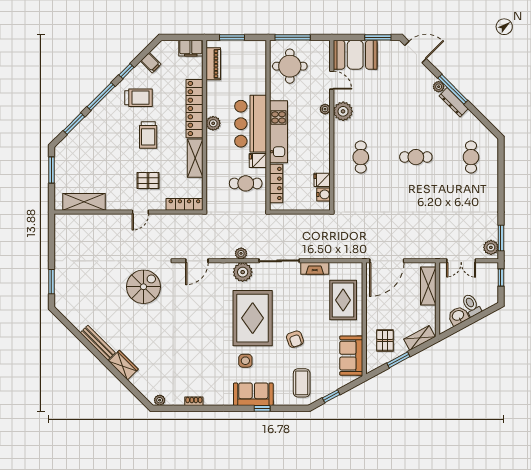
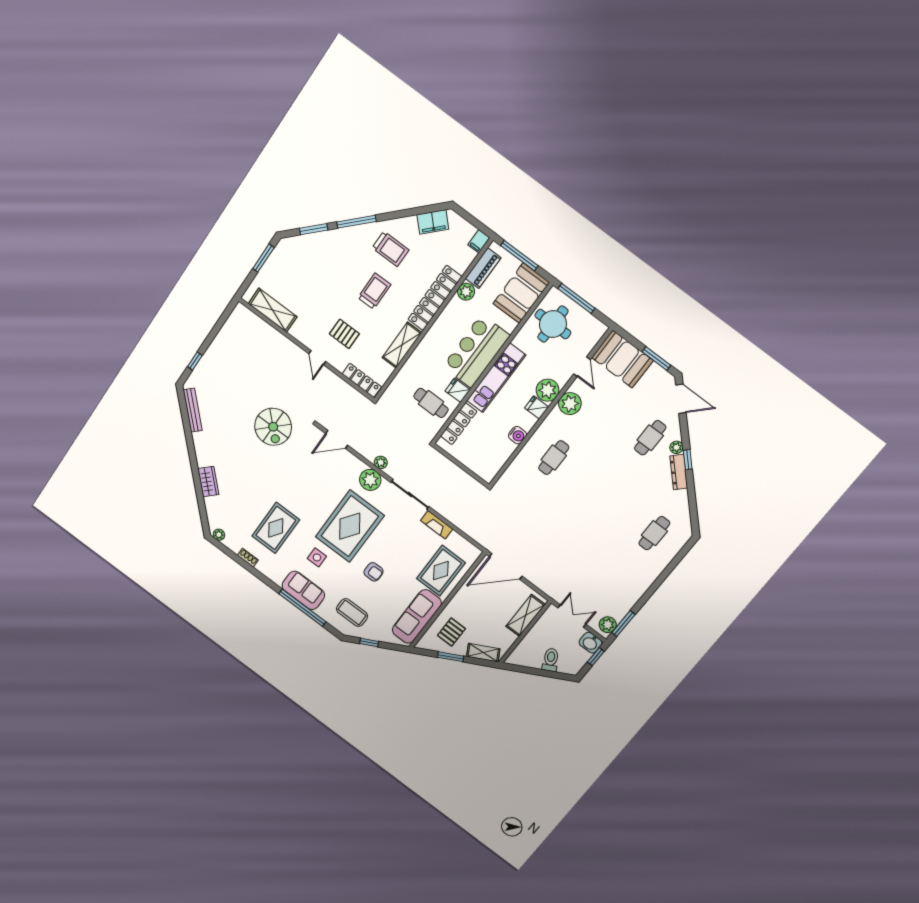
window: (232, 37) -> (519, 256), width x1.44
filing cabinet: (191, 48) -> (479, 241), width x0.50
booth: (252, 61) -> (521, 293), added
filing cabinet: (151, 63) -> (433, 222), width x2.00
window: (126, 71) -> (397, 215), removed
window: (453, 89) -> (688, 460), width x0.46
plant: (325, 109) -> (548, 390), width x1.87, depth x1.87
plant: (213, 123) -> (466, 292), moved
trolley: (148, 135) -> (374, 291), turned 180
cafe table: (416, 157) -> (650, 438), moved, turned 90
fridge: (322, 180) -> (537, 407), moved
water cooler: (324, 194) -> (517, 435), moved
door: (140, 212) -> (317, 358), hinge flipped
double door: (461, 261) -> (572, 616), swing flipped
window: (51, 282) -> (195, 361), width x0.67
spiral stairs: (143, 287) -> (273, 427), turned 90
washbasin: (458, 316) -> (591, 643), moved, turned -152
armchair: (295, 339) -> (374, 572), turned -71
bench: (98, 343) -> (193, 410), moved
sofa: (351, 356) -> (417, 617), width x1.36
rug: (199, 362) -> (276, 528), added
coffee table: (302, 383) -> (352, 612), turned 90
window: (262, 408) -> (302, 608), width x3.17

